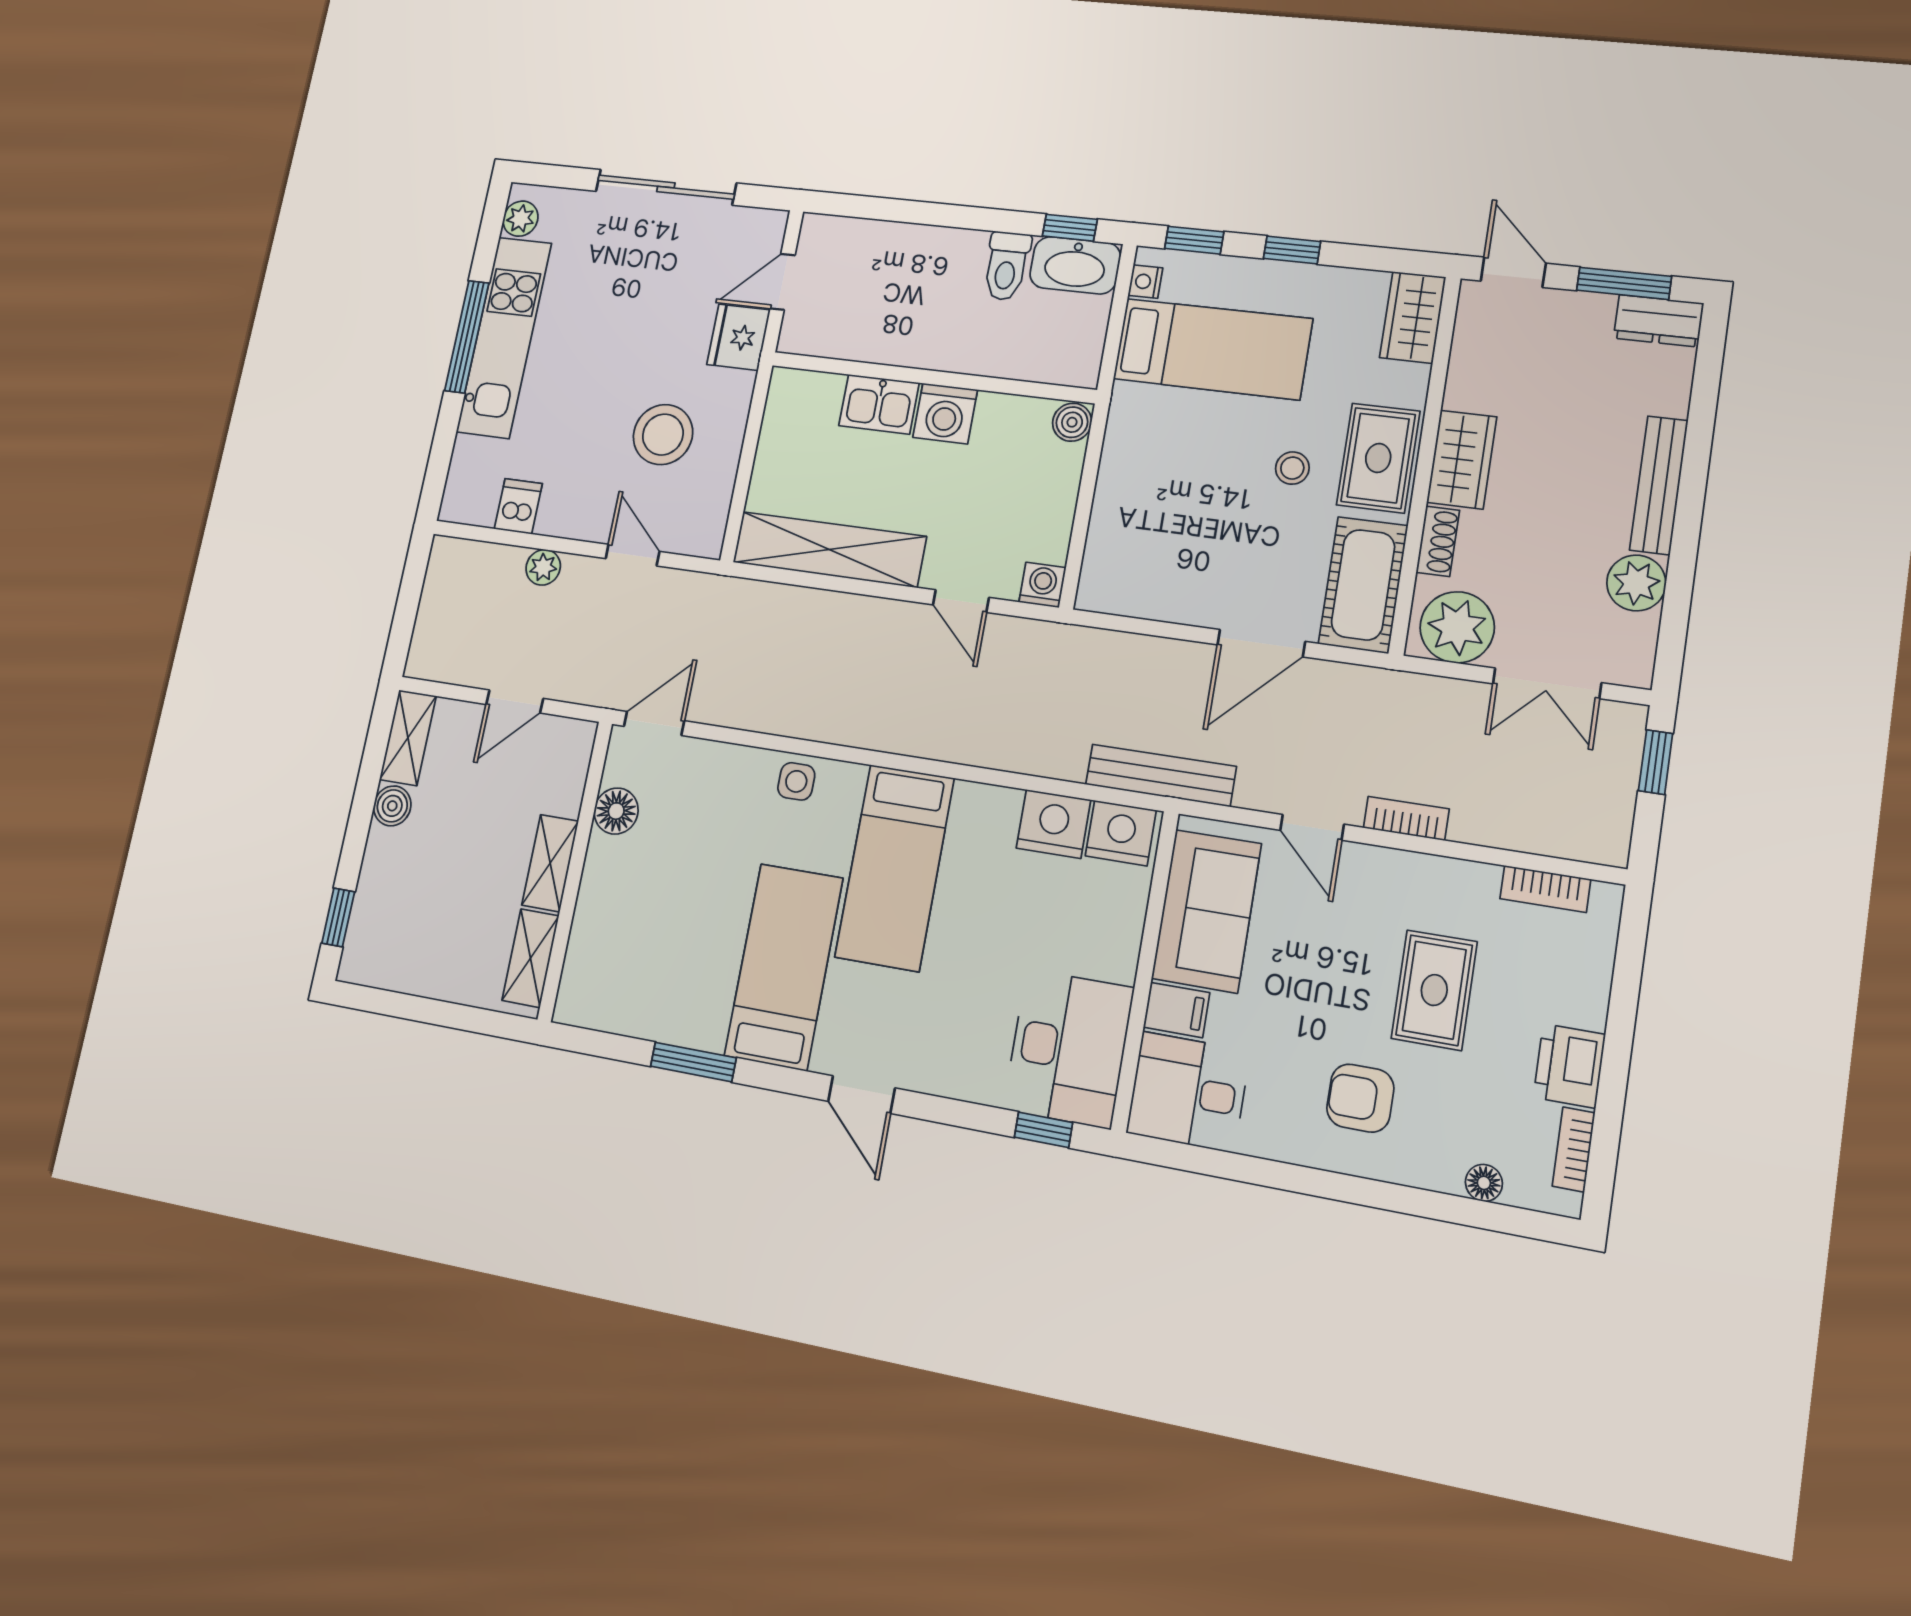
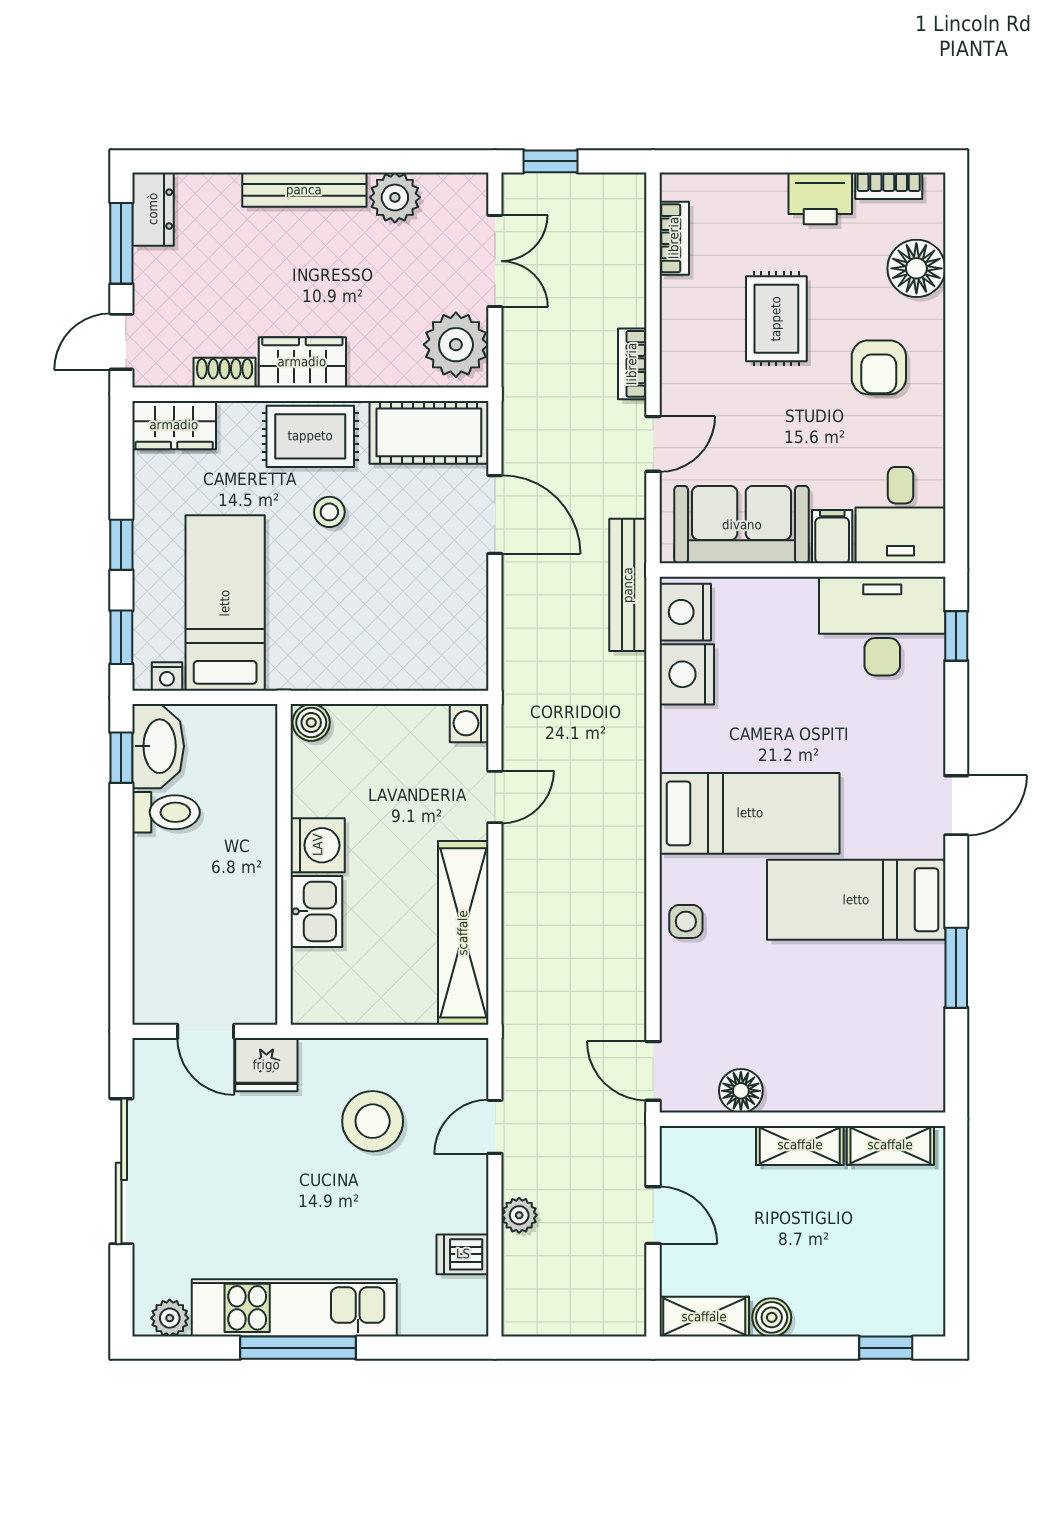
shoe rack: (1438, 541) -> (225, 373), moved
rug: (1434, 990) -> (776, 319), turned 90
floor lamp: (1484, 1183) -> (916, 268), width x1.89, depth x1.89

